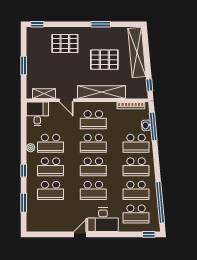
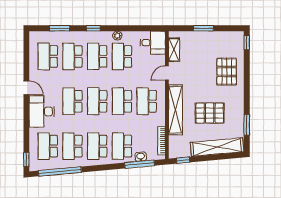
window: (101, 24) -> (247, 125), moved
pallet: (104, 60) -> (210, 113), turned 90
school desk: (51, 214) -> (48, 56), added

